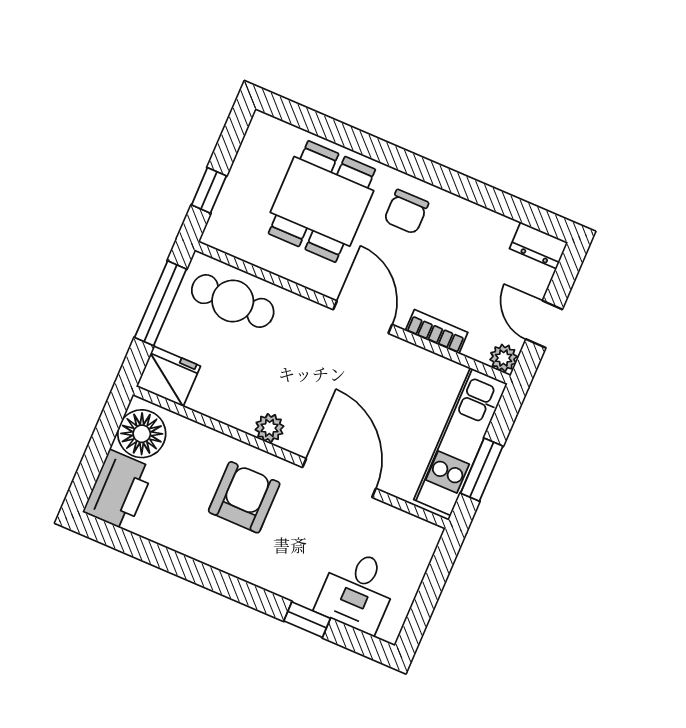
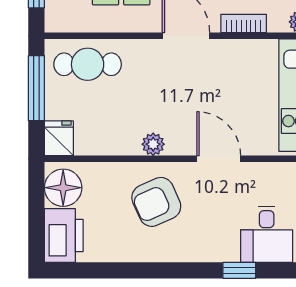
fridge: (168, 376) -> (59, 138), width x0.72
door: (339, 478) -> (219, 159), width x0.73
armchair: (244, 497) -> (156, 202), turned -114

